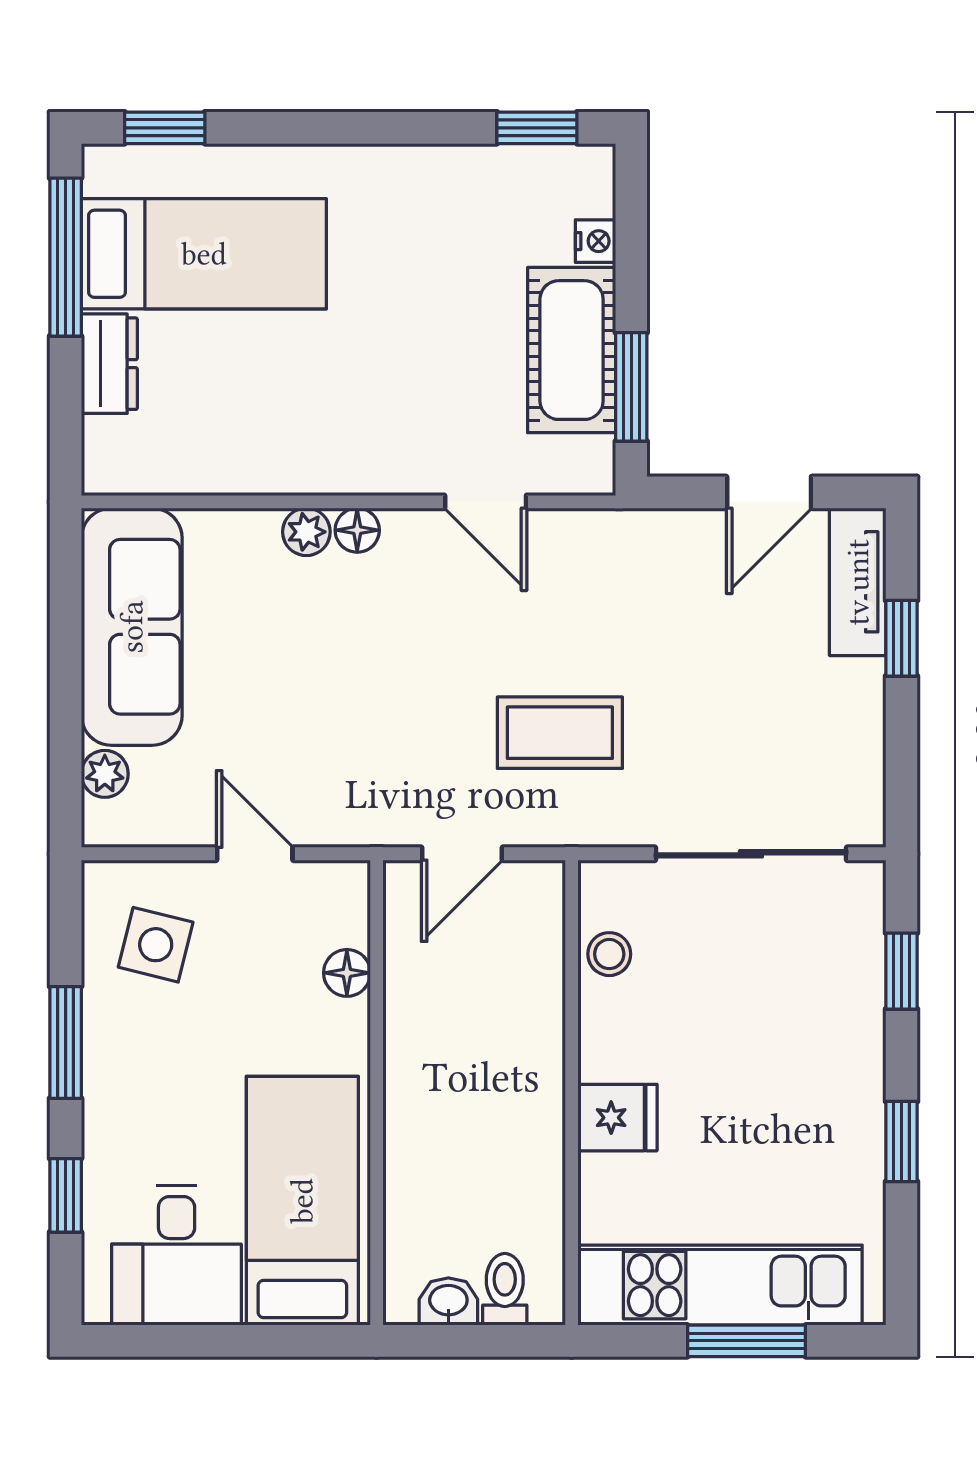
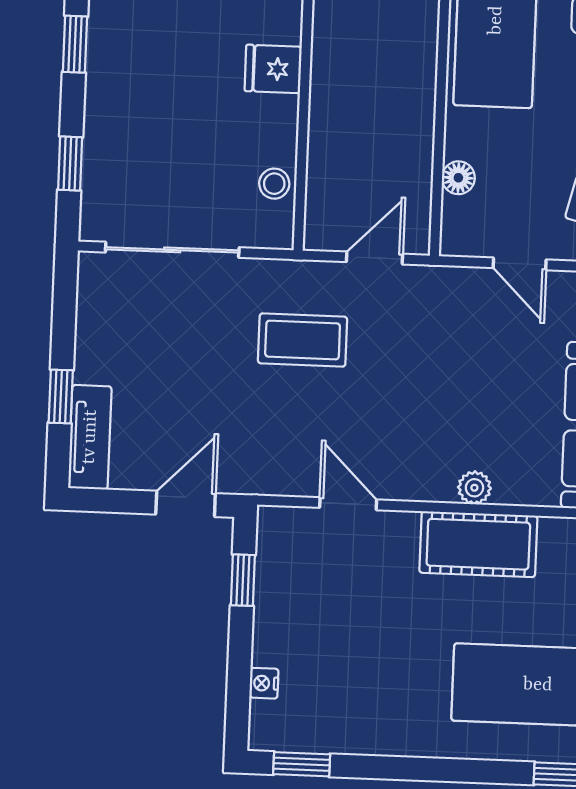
cot: (572, 350) -> (478, 544), moved, turned 90
window: (631, 387) -> (243, 580), width x0.67
door: (769, 492) -> (186, 504), moved
floor lamp: (357, 530) -> (439, 487), removed

